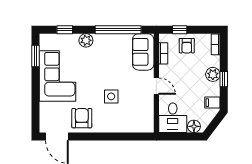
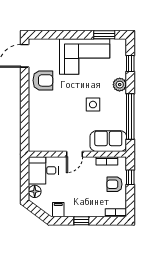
plant: (213, 74) -> (86, 210), removed
side table: (111, 96) -> (93, 105), moved

